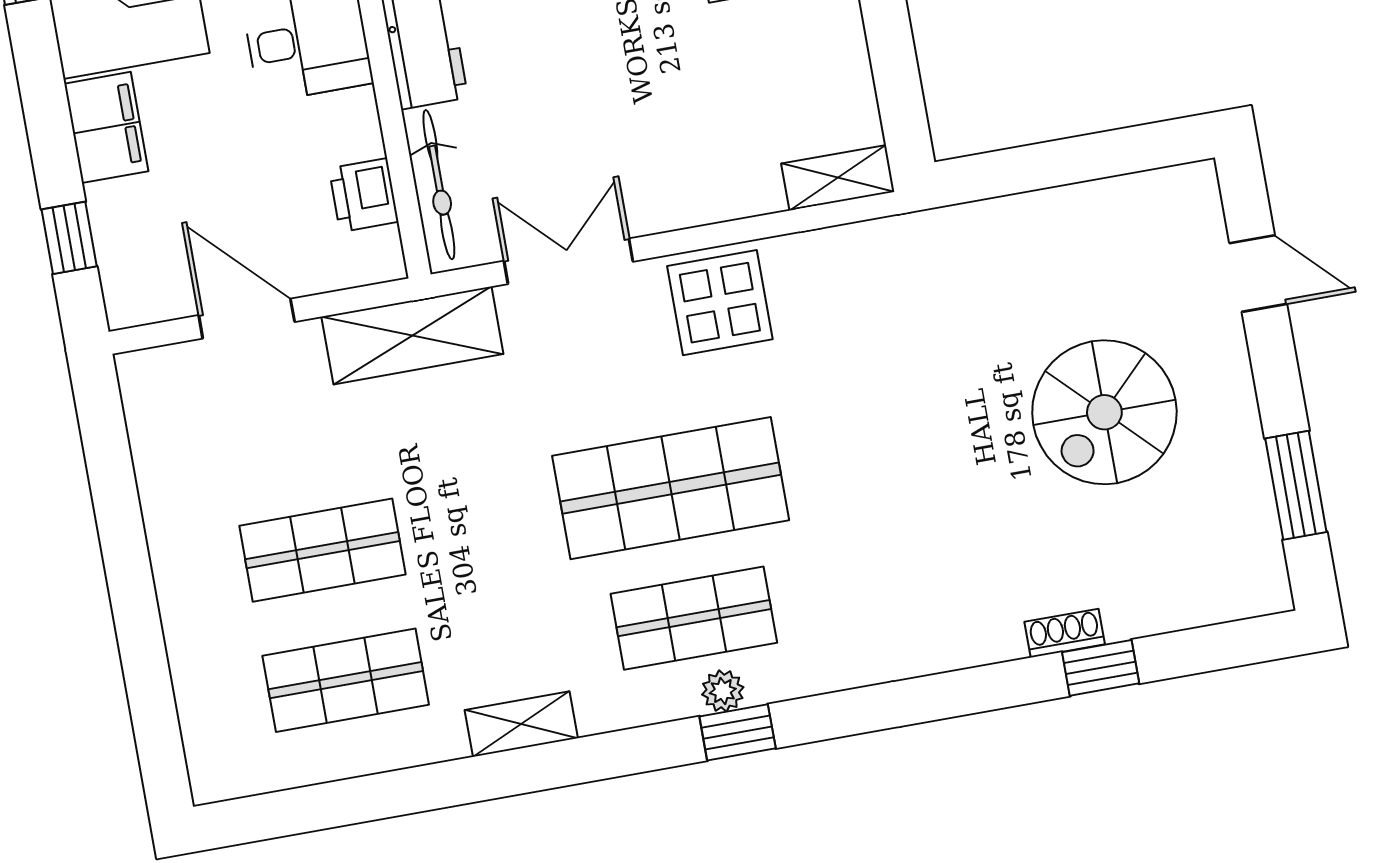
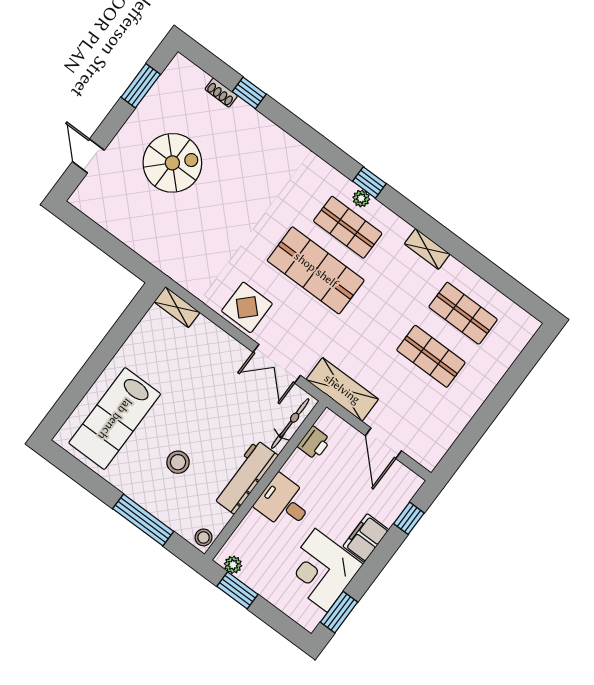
shoe rack: (1065, 633) -> (221, 93), moved

